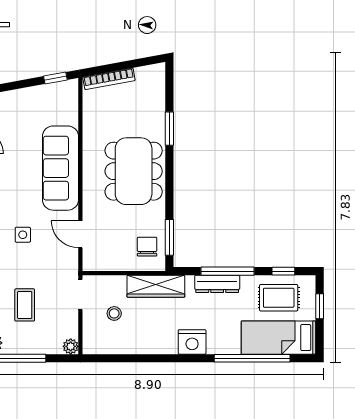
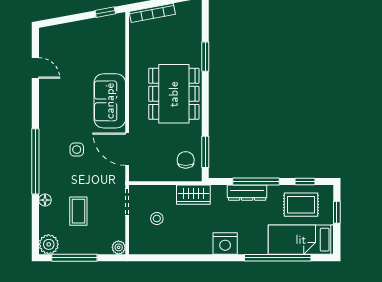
sofa: (60, 168) -> (110, 101), width x0.73
door: (80, 234) -> (127, 149), width x1.38
wardrobe: (156, 286) -> (193, 195), width x0.67

